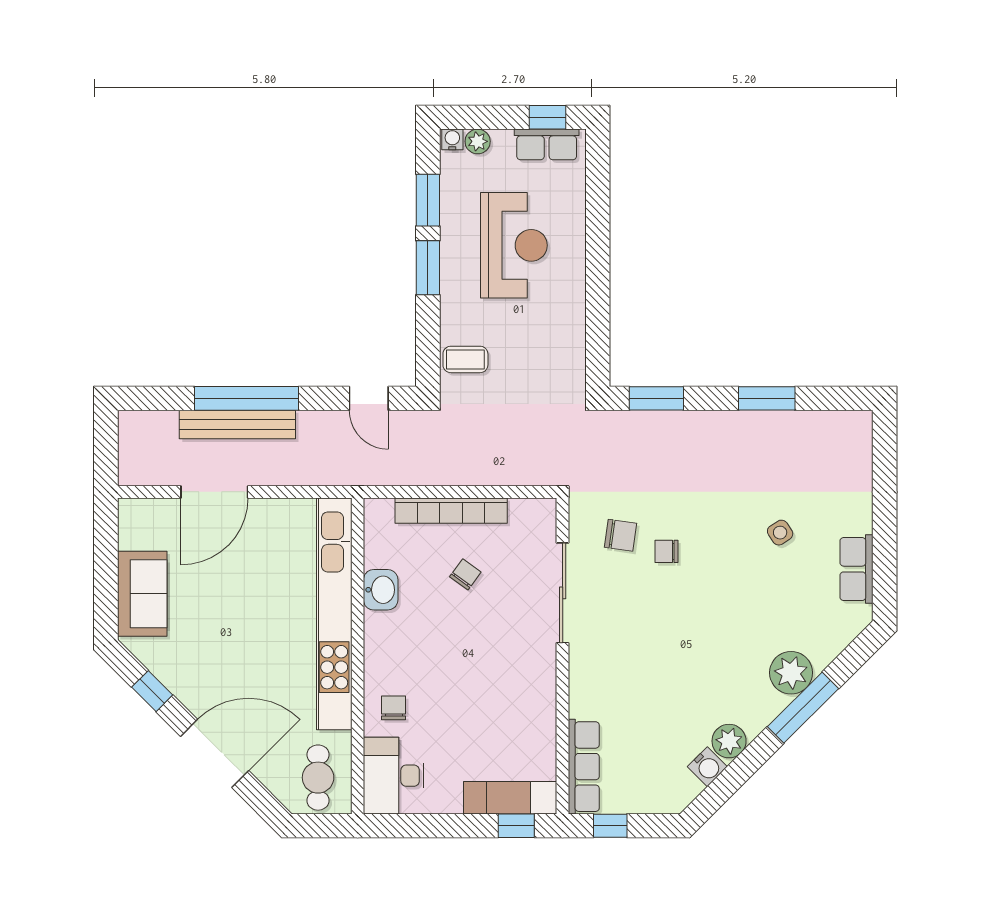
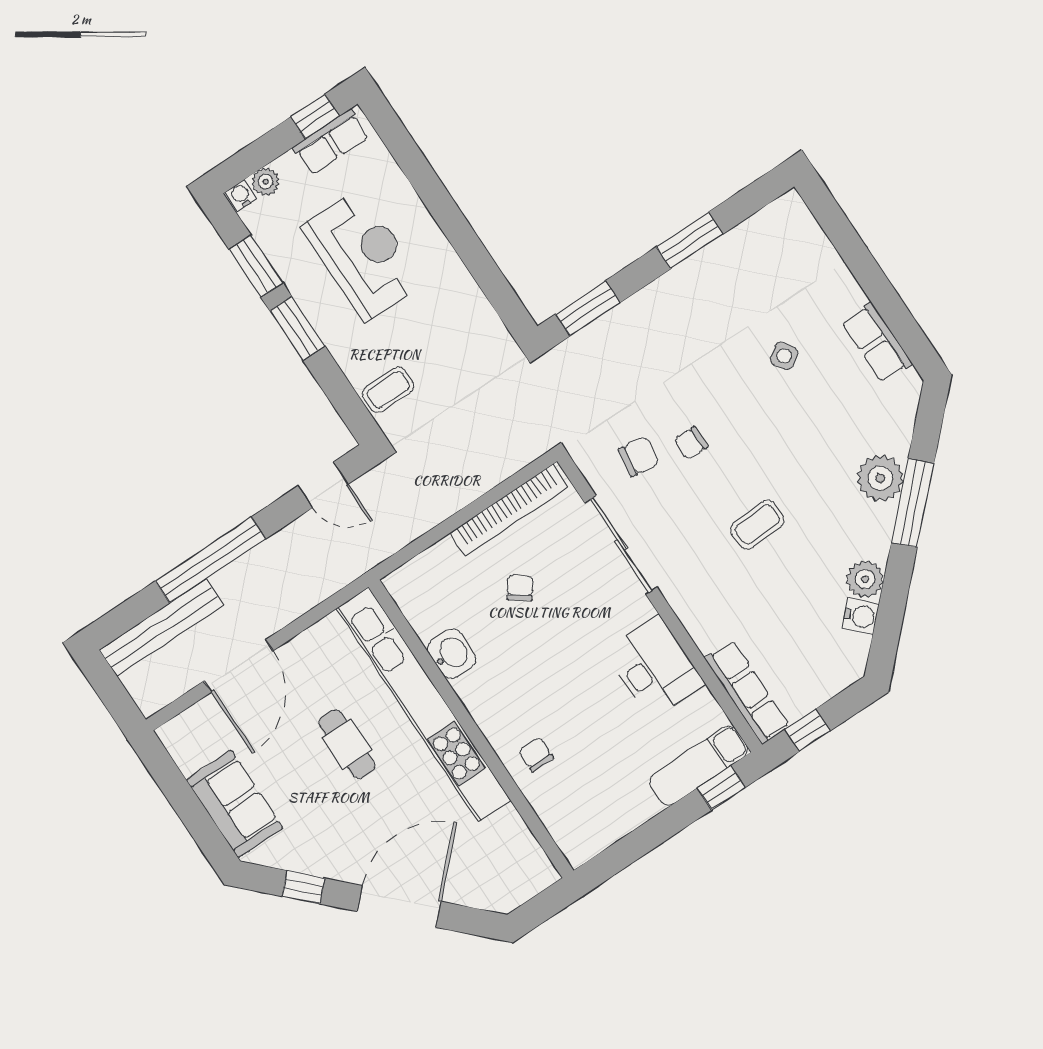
bench: (237, 424) -> (161, 628), moved
bookcase: (451, 511) -> (509, 510), moved
coffee table: (675, 646) -> (757, 525), added
desk: (394, 776) -> (655, 667), moved, turned 180
cafe table: (318, 778) -> (347, 744), moved

